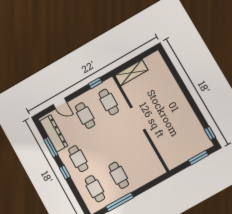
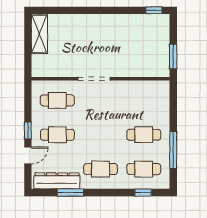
shelving: (131, 73) -> (39, 34), moved
window: (95, 83) -> (28, 130), moved
window: (198, 158) -> (173, 57), moved
window: (65, 172) -> (143, 193), moved

